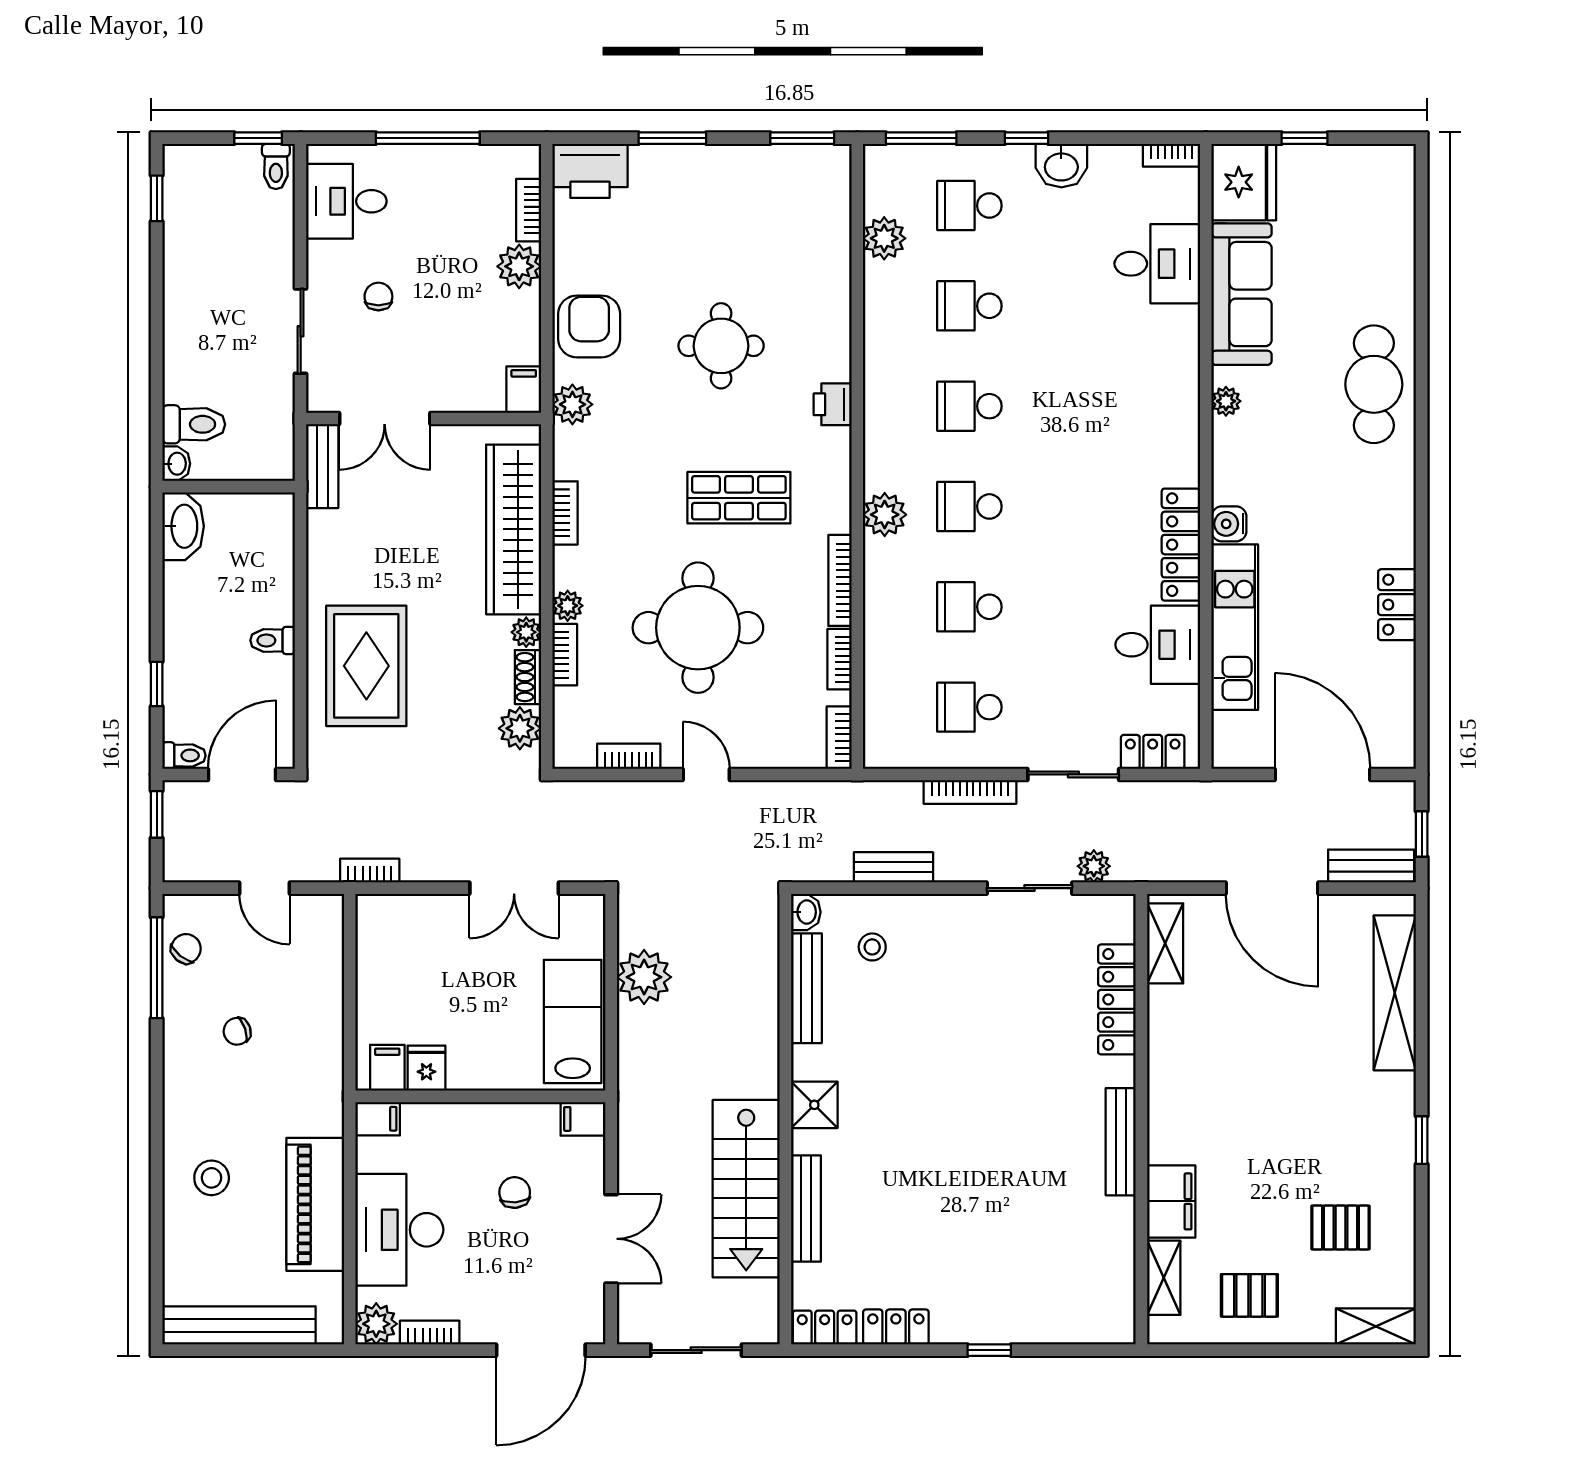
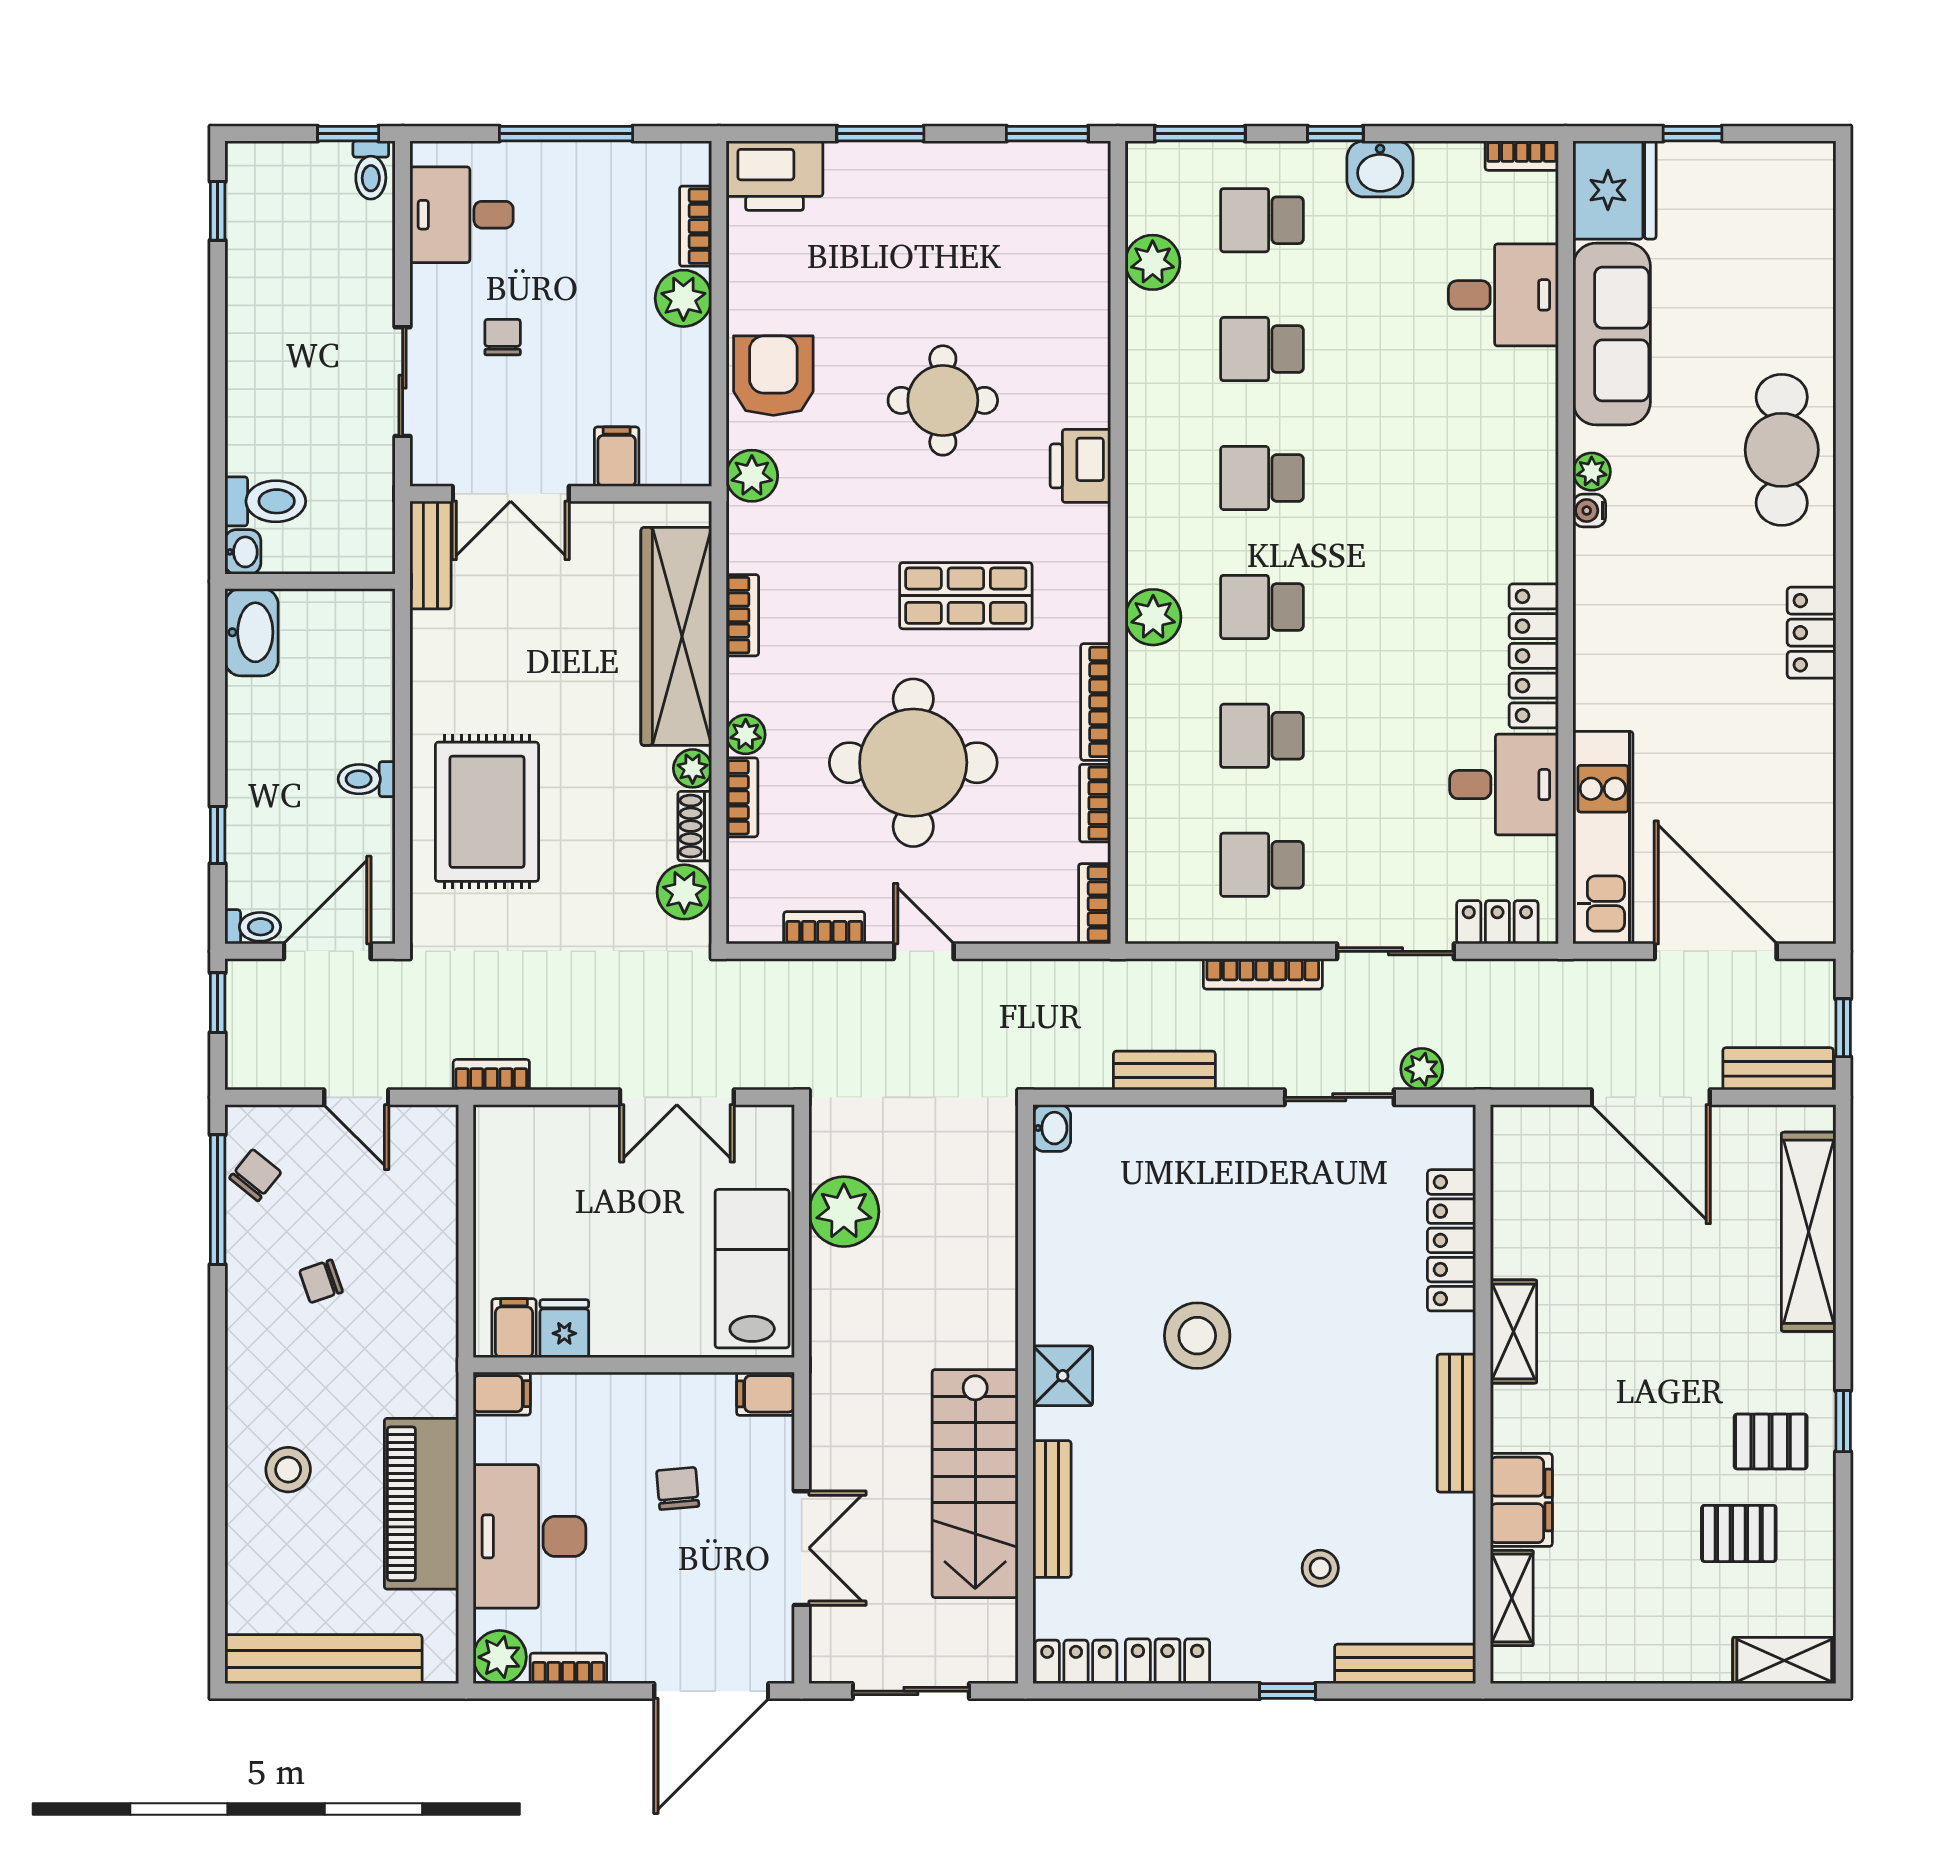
filing cabinet: (524, 390) -> (617, 457), moved
printer: (833, 404) -> (1080, 466), width x1.36, depth x1.24
water cooler: (1229, 524) -> (1589, 511), moved, width x0.72, depth x0.72
locker: (1397, 605) -> (1811, 633), moved
kitchen unit: (1235, 627) -> (1603, 838), moved
shelving: (1165, 943) -> (1513, 1332), moved
stool: (872, 947) -> (1197, 1336), moved, width x1.89, depth x1.89
bench: (806, 988) -> (1405, 1664), moved, turned 90
stool: (1015, 1255) -> (1320, 1568), added
pallet: (1249, 1295) -> (1771, 1442), moved

